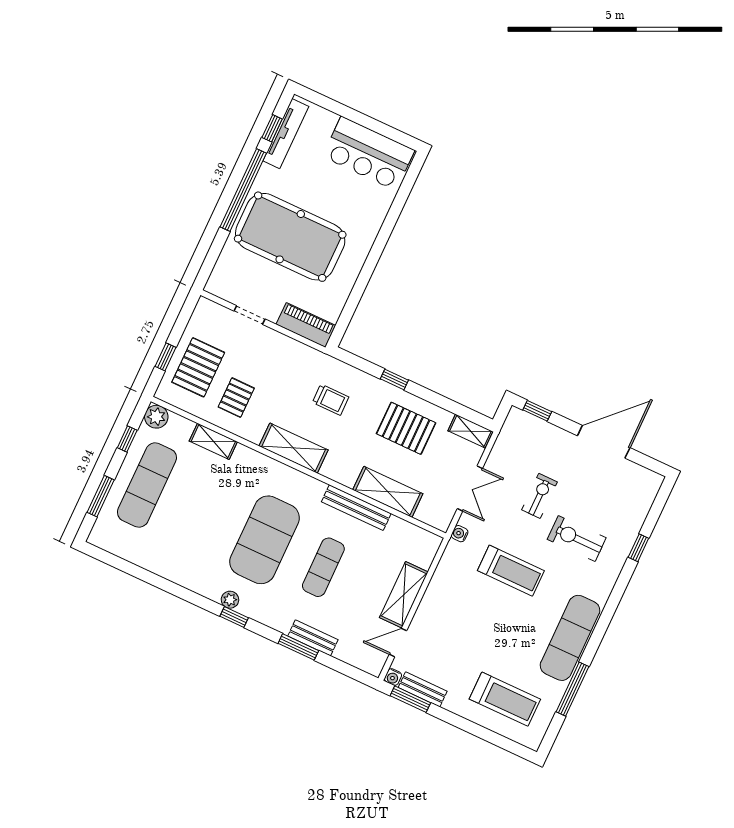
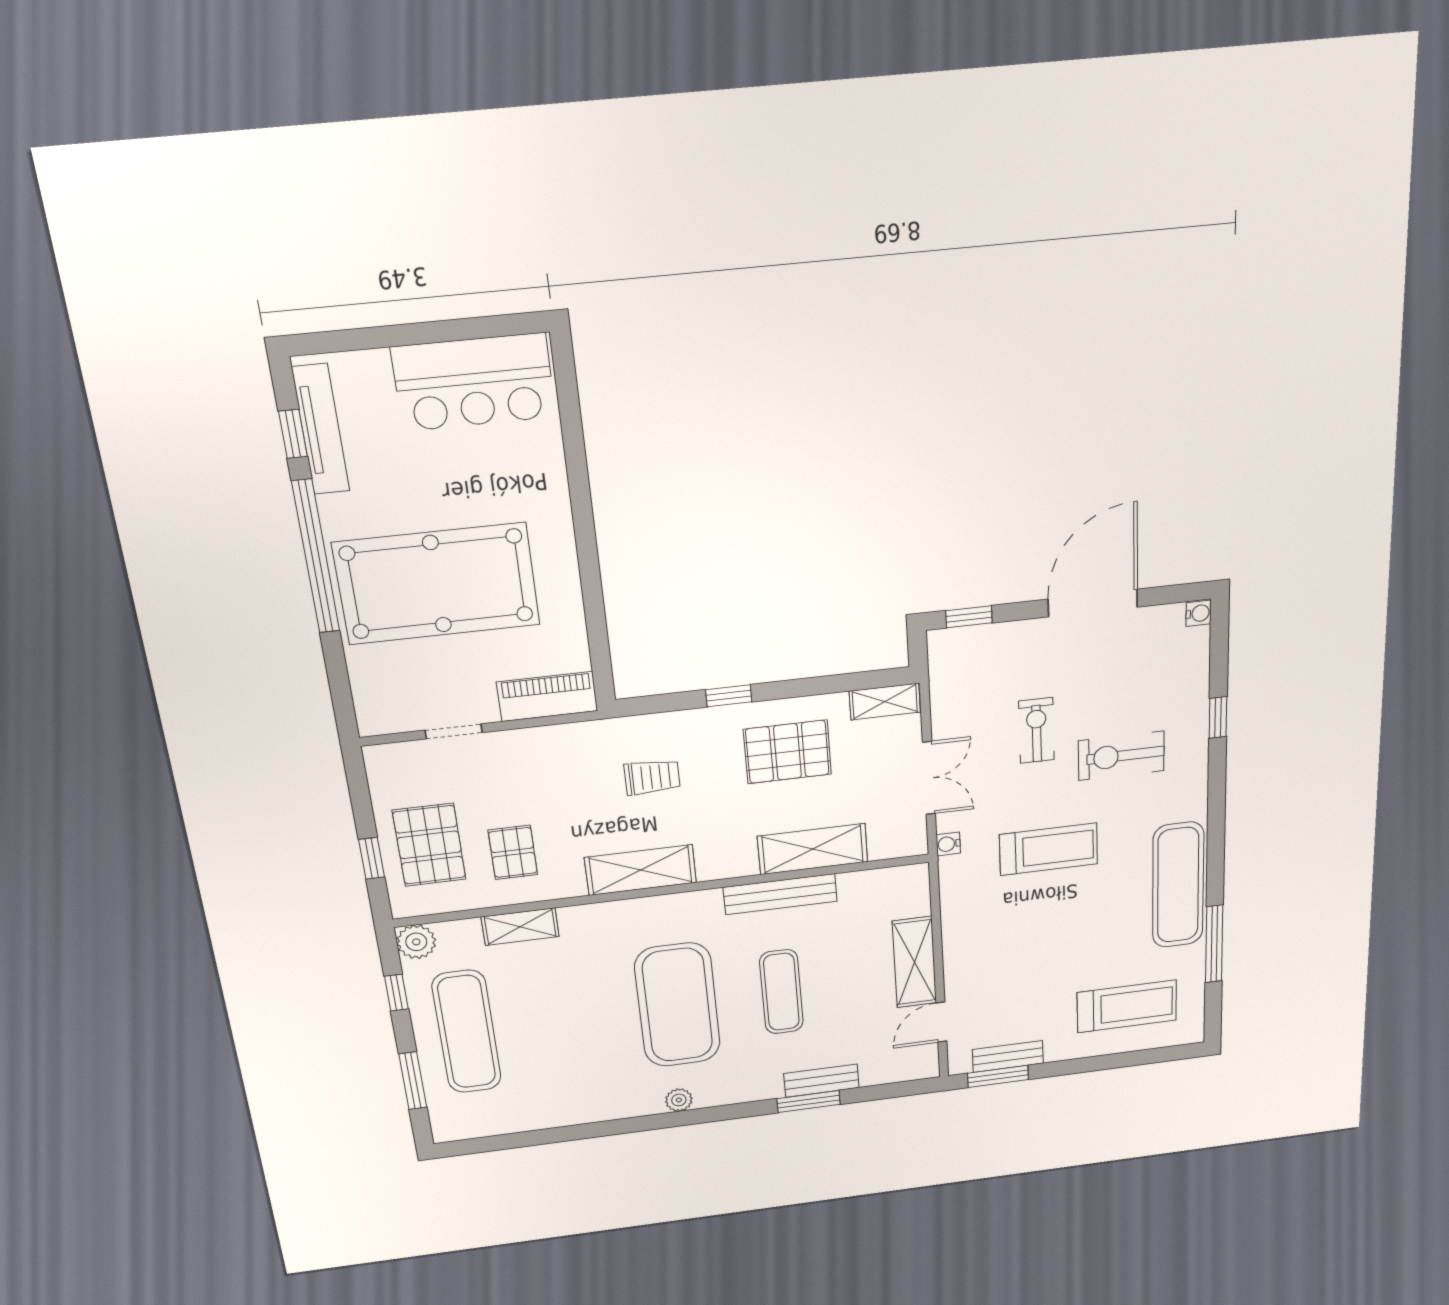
window: (234, 617) -> (698, 1116), removed
water cooler: (393, 677) -> (1199, 613), moved, turned -90

